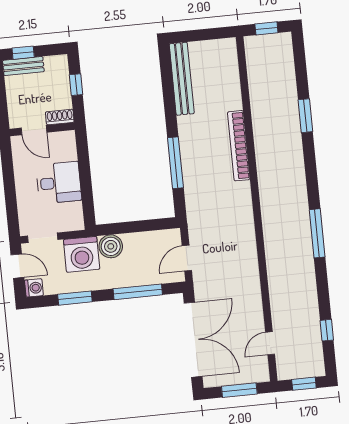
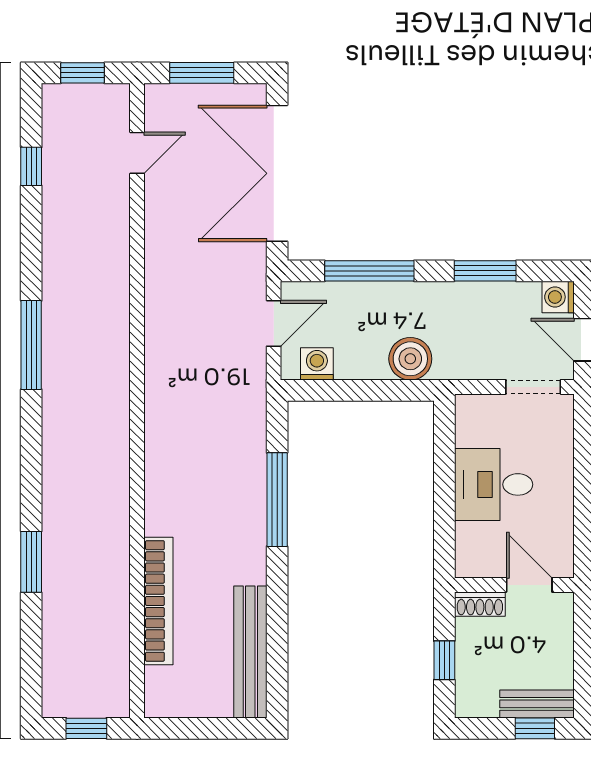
bookcase: (239, 146) -> (158, 601), moved
washing machine: (82, 254) -> (317, 364), moved, width x0.53, depth x0.53

